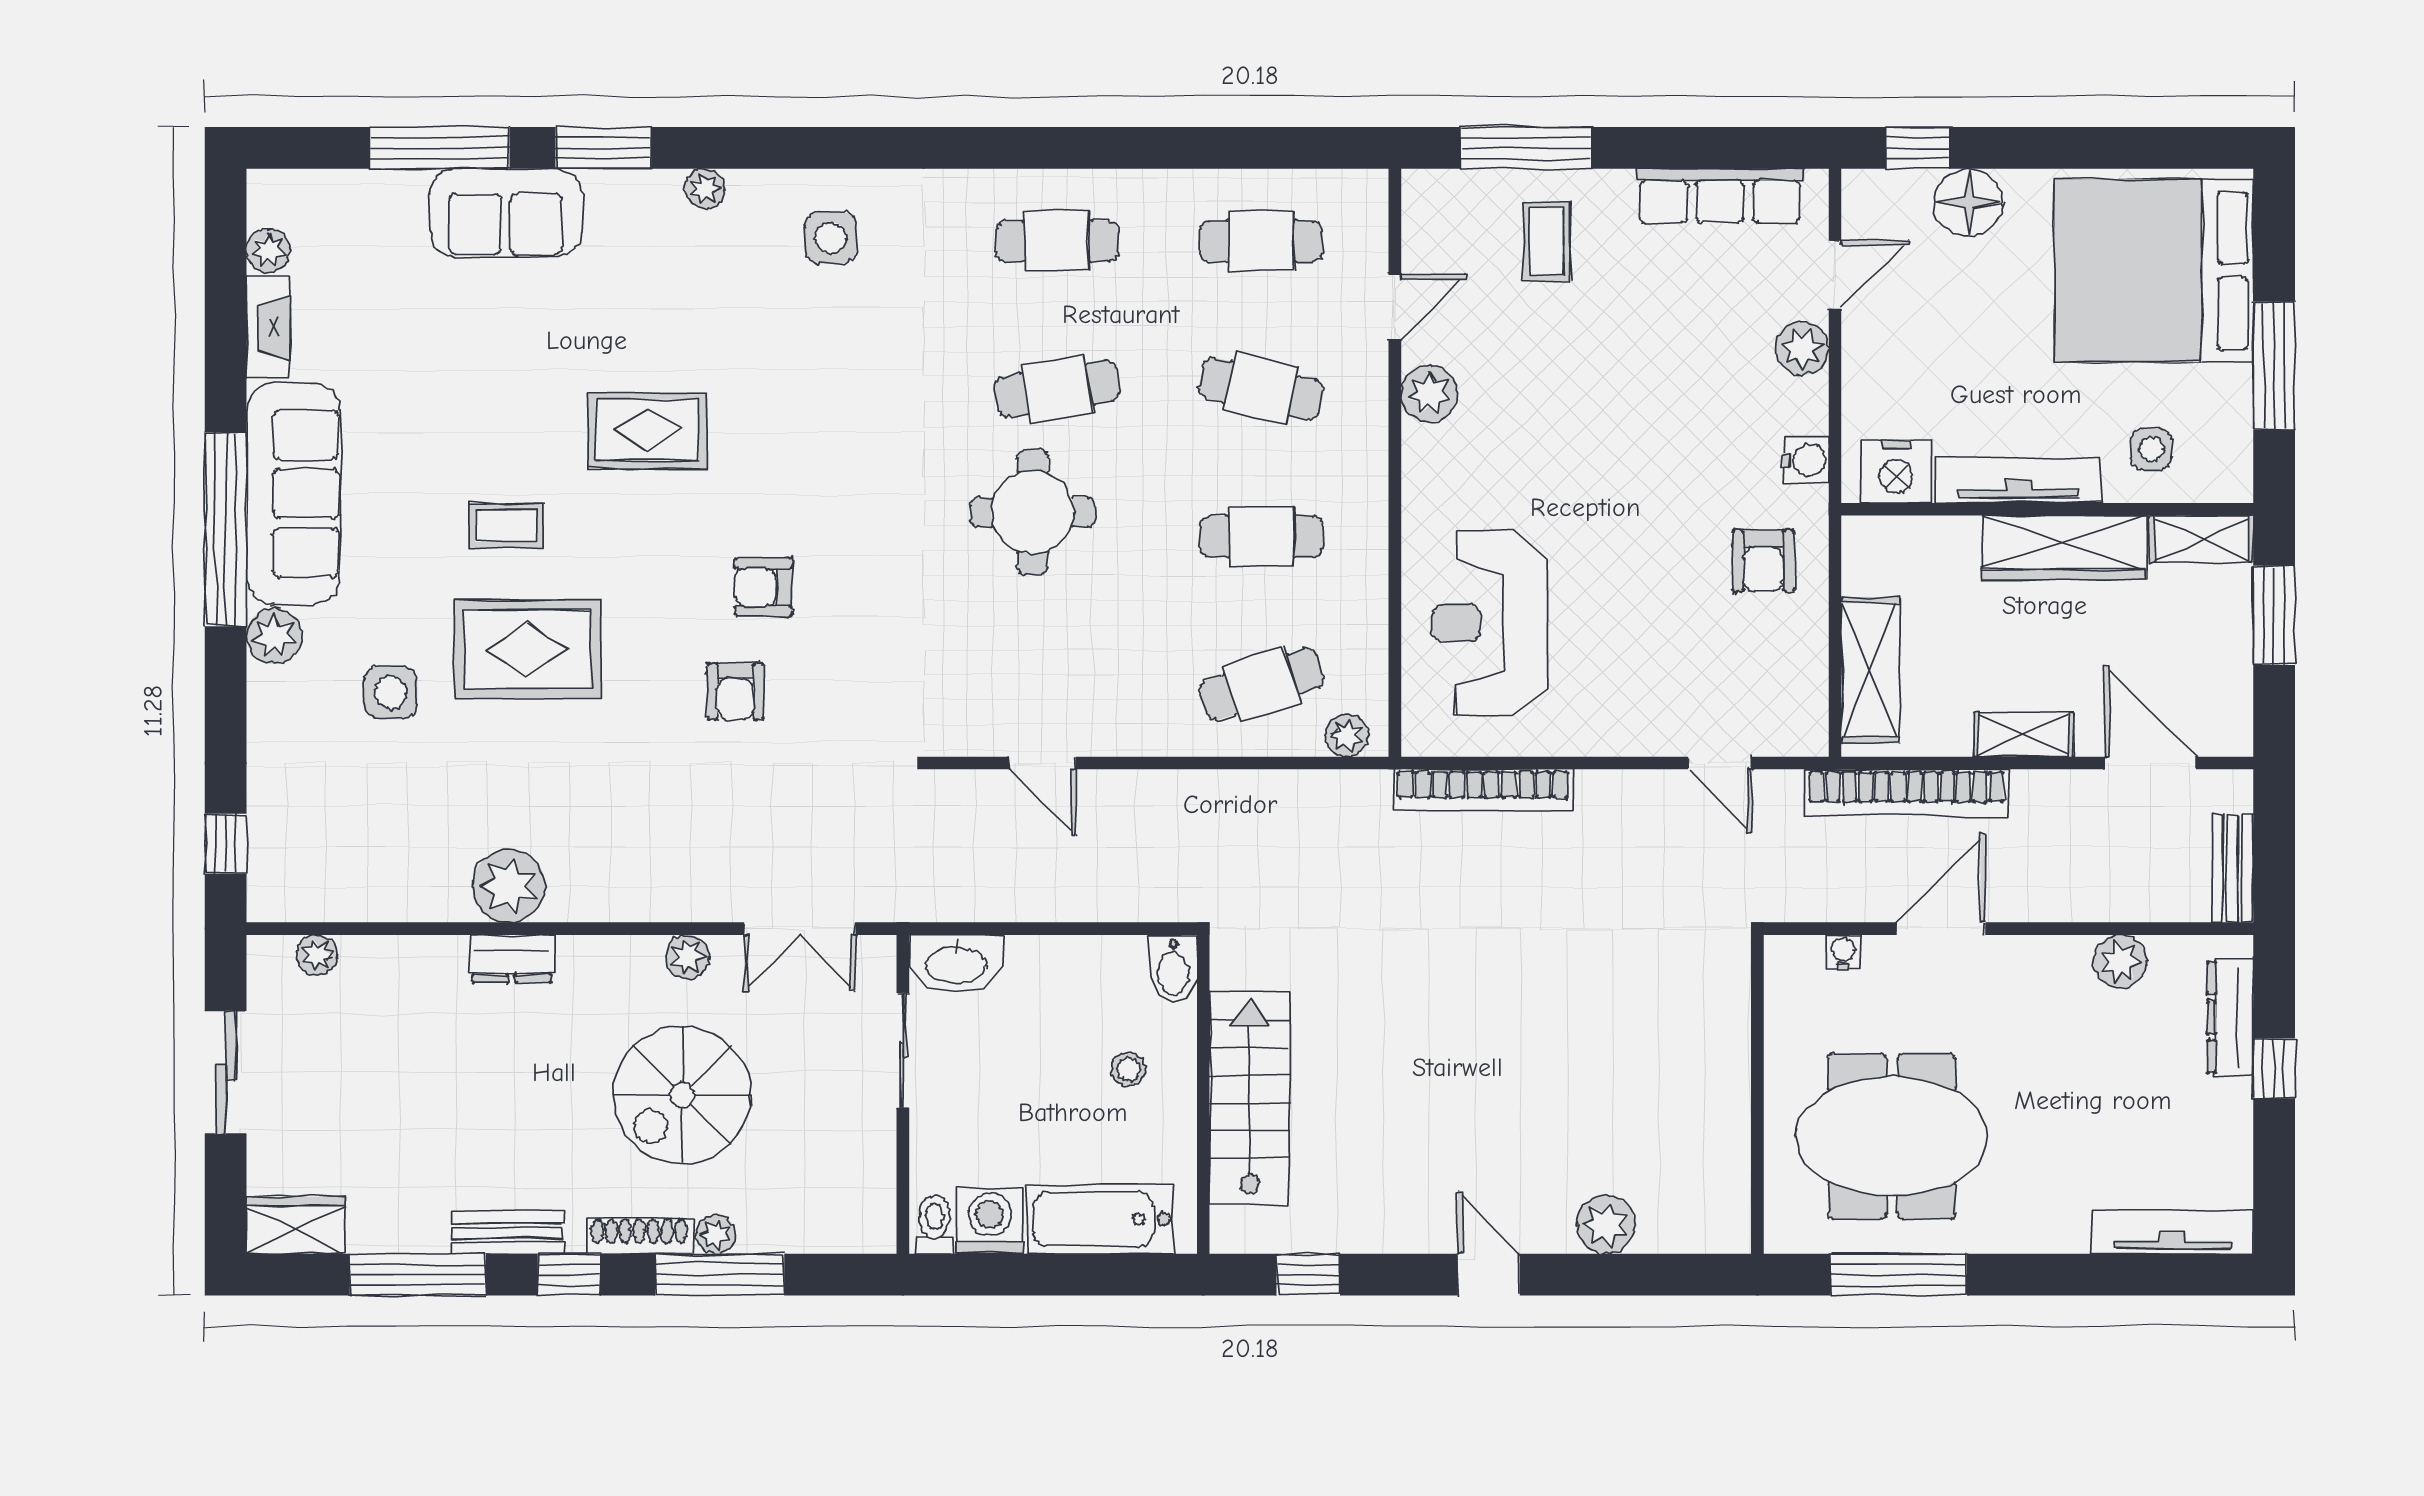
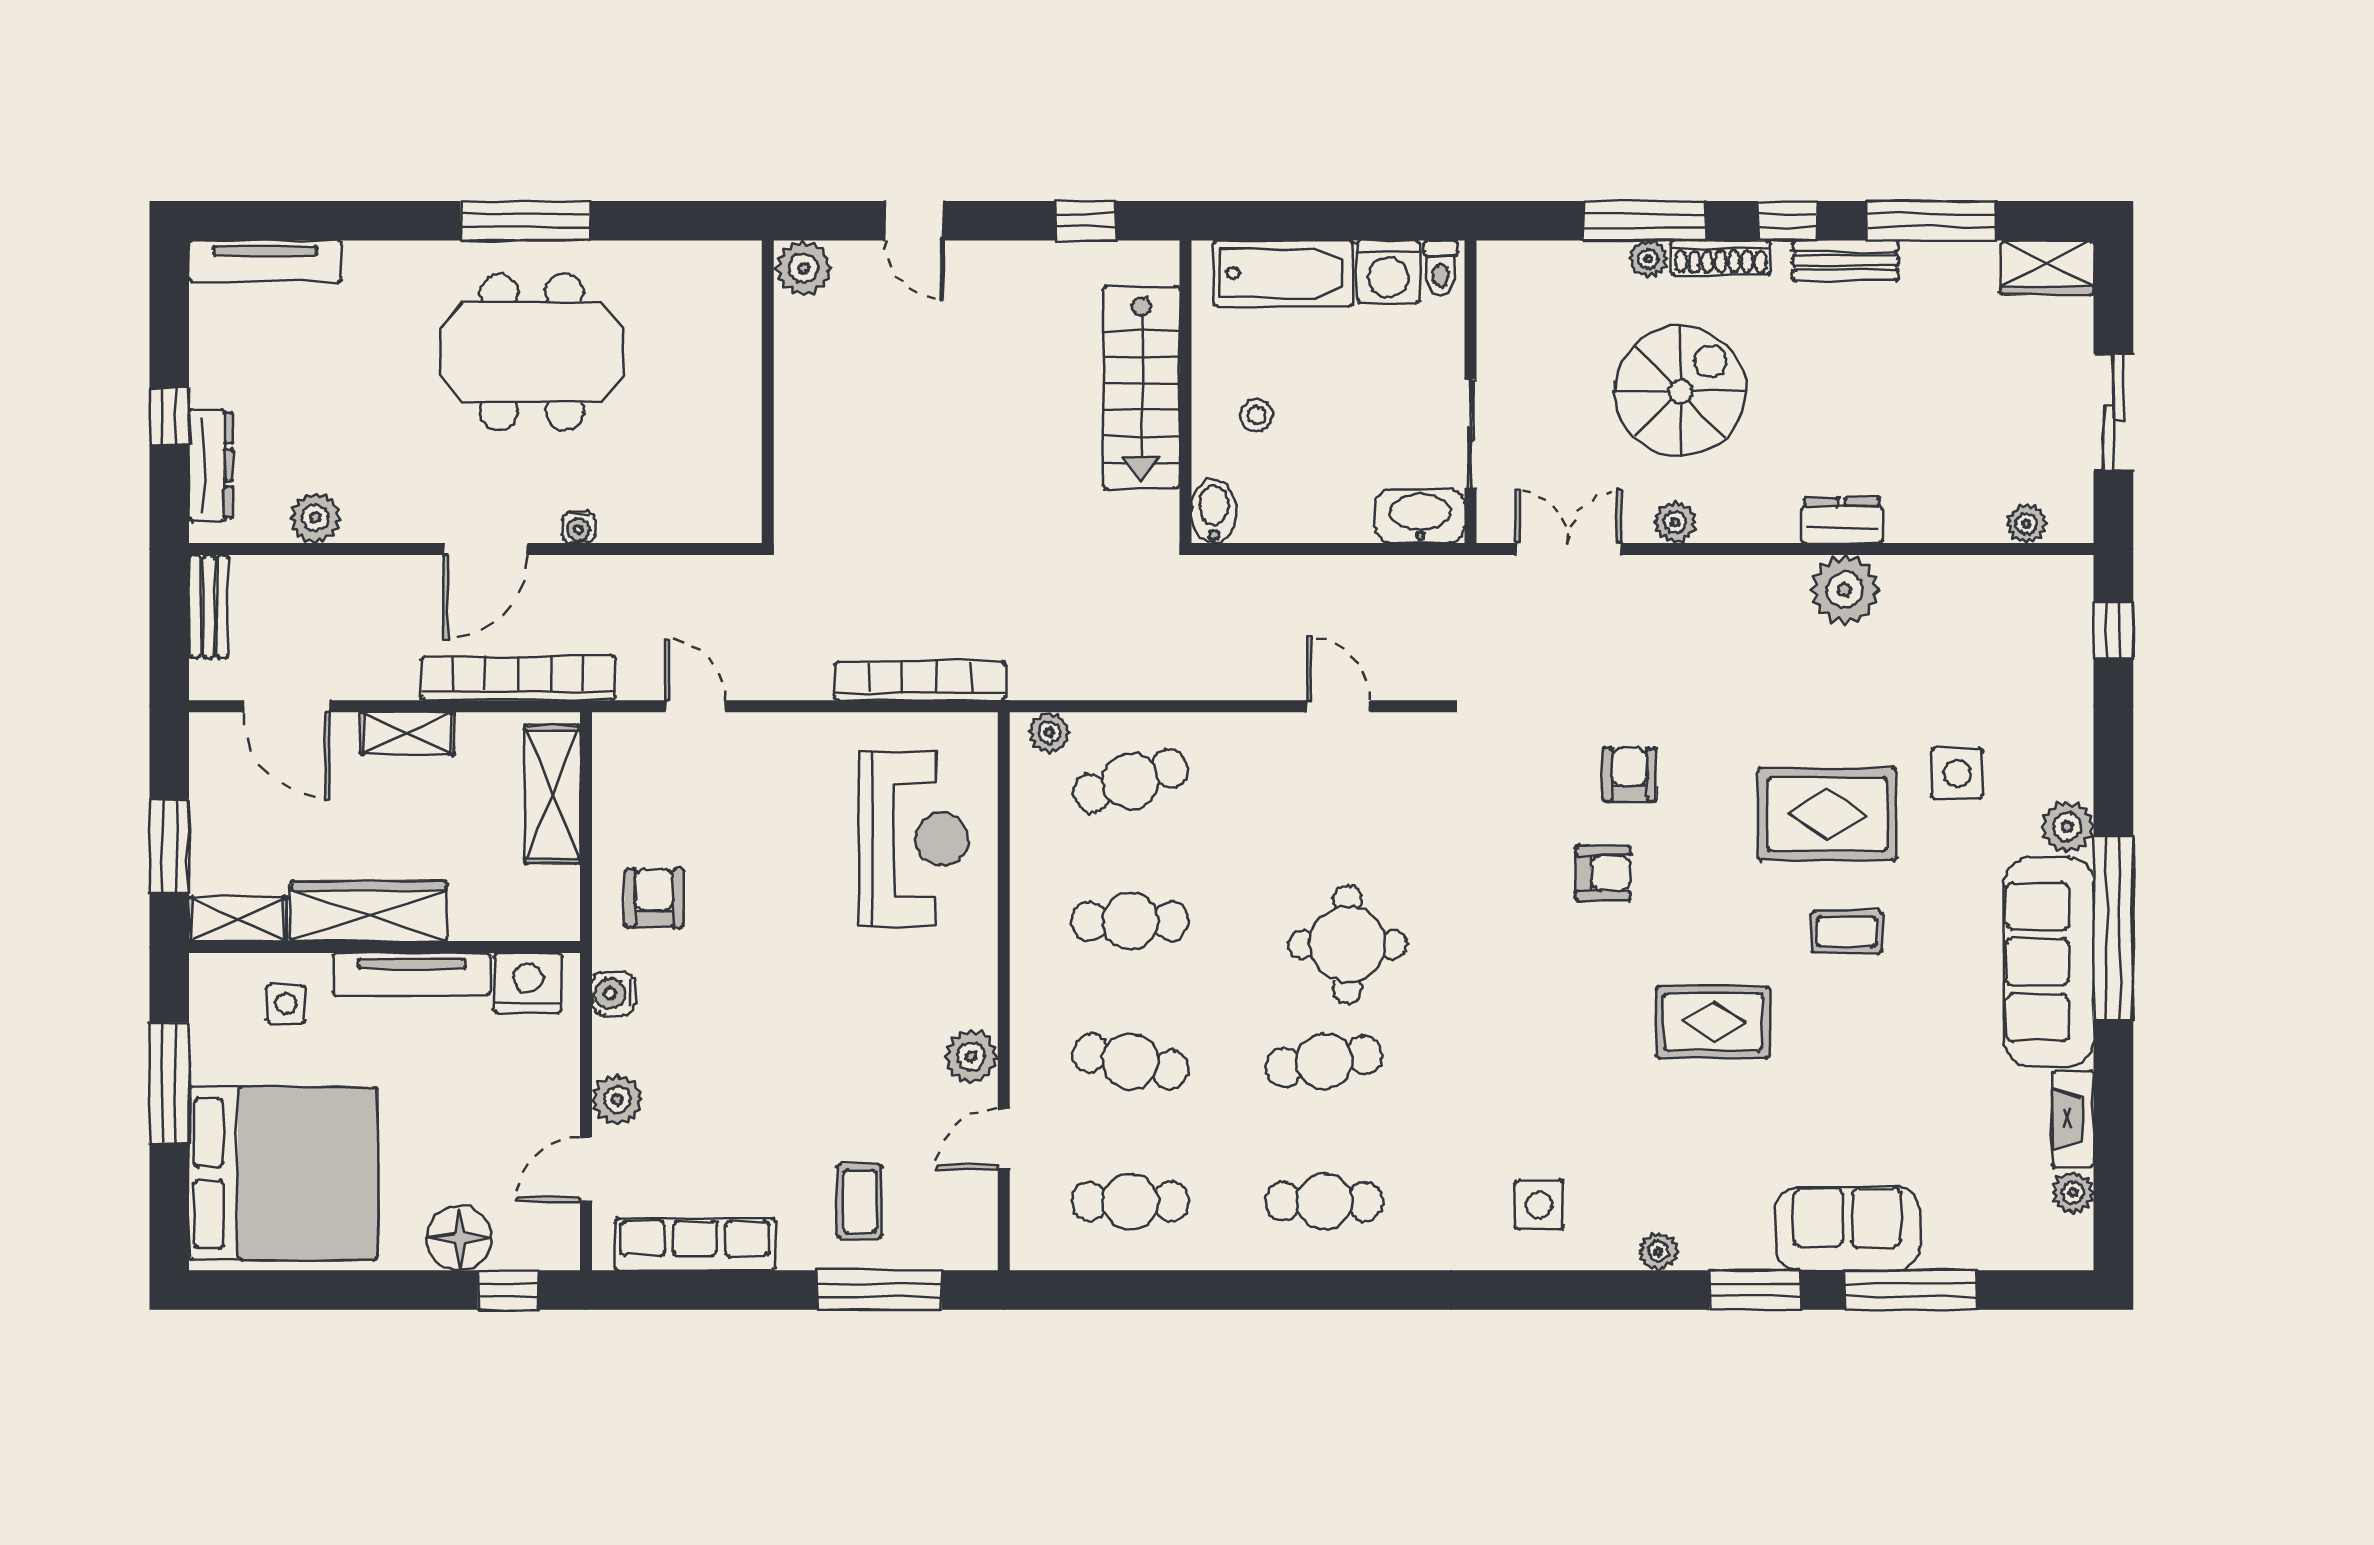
wall: (1757, 1094) -> (768, 392), moved

